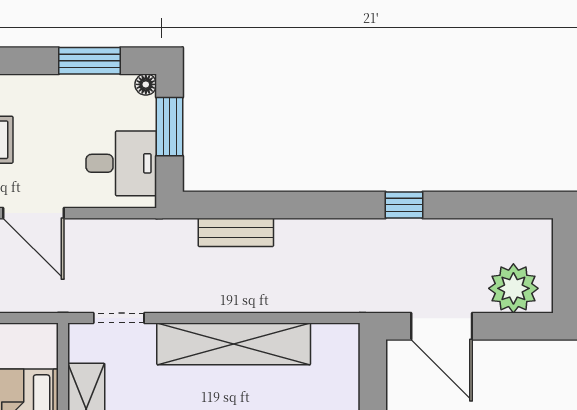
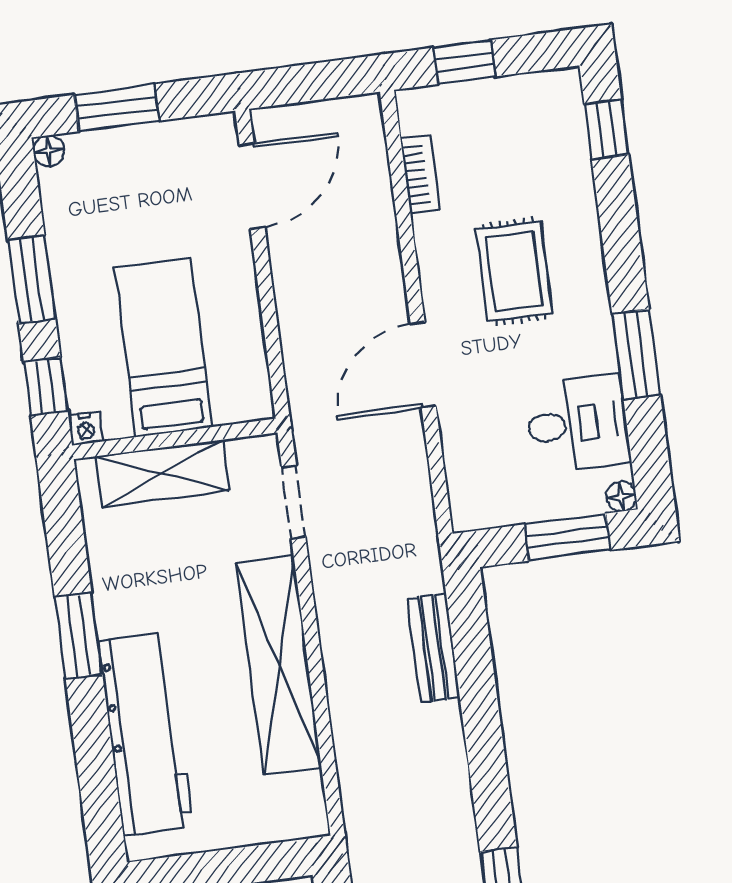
window: (90, 61) -> (636, 354), moved
desk: (121, 163) -> (577, 424), moved, turned -90

